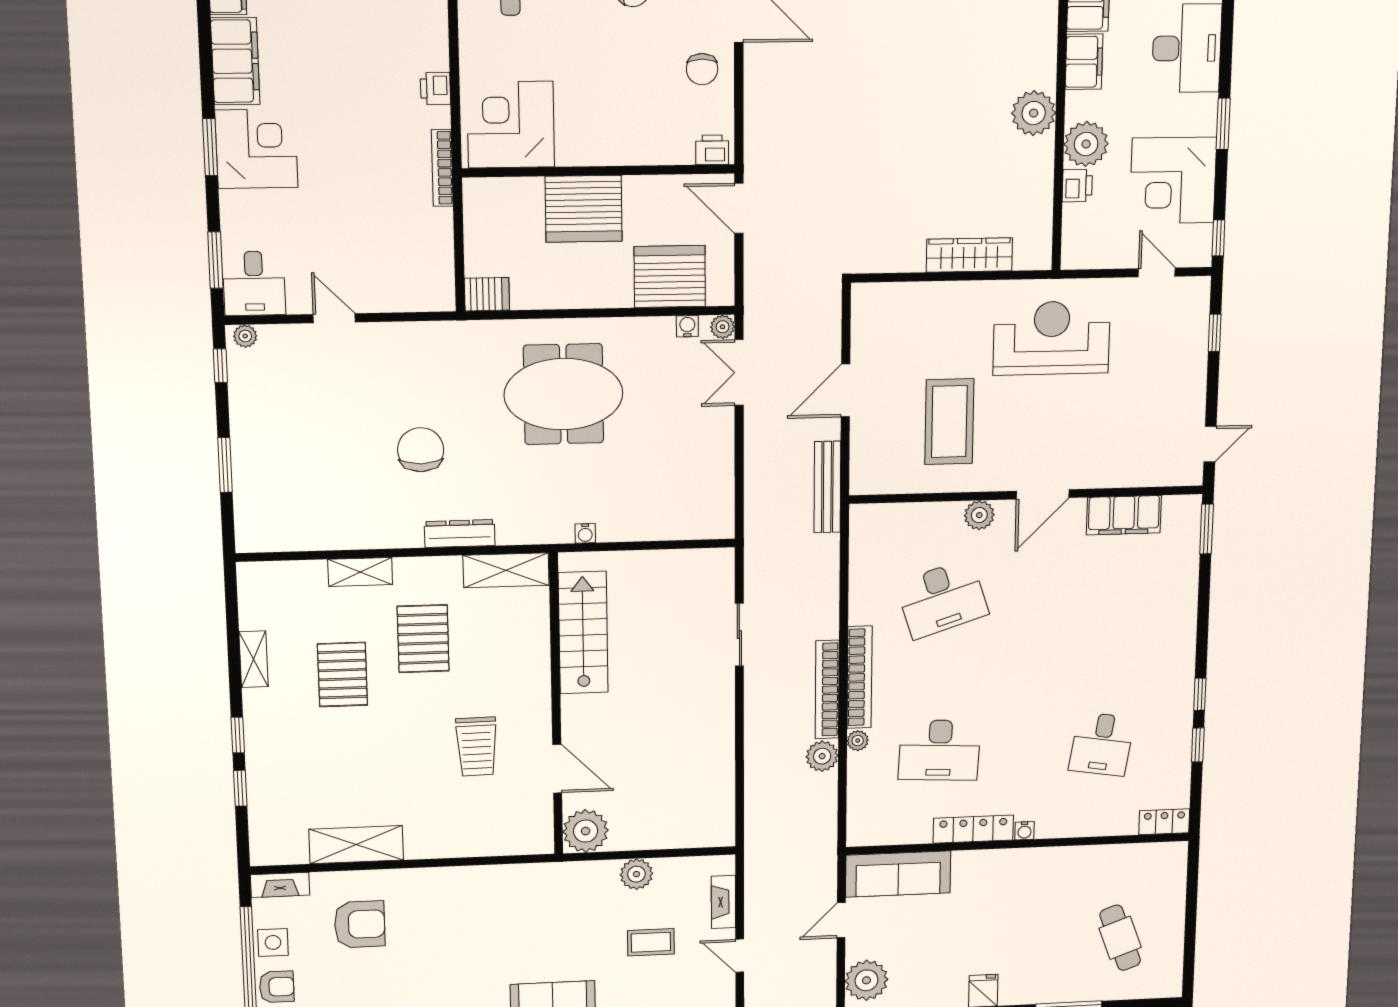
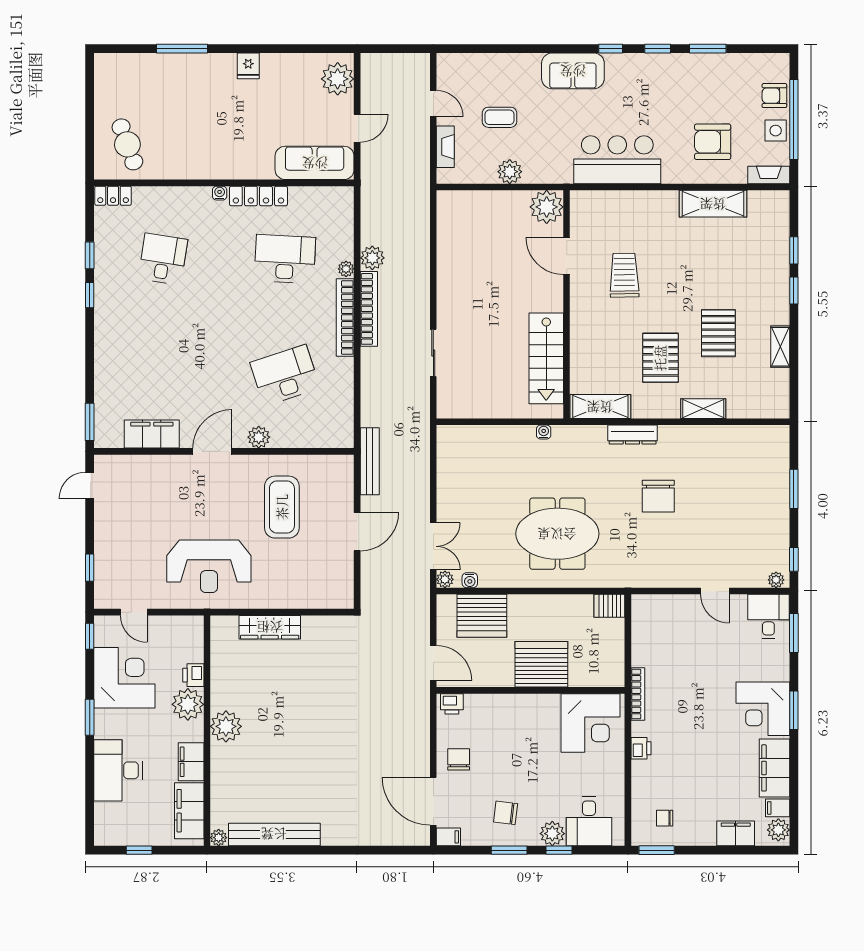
bar counter: (490, 896) -> (617, 160), added
cafe table: (1120, 938) -> (127, 144), moved

